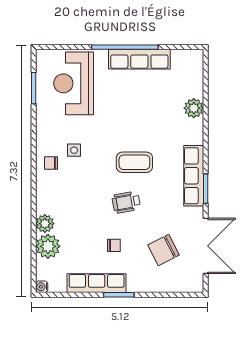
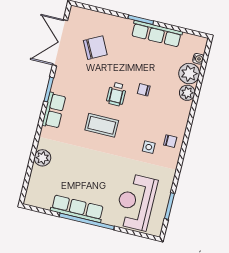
reception desk: (74, 83) -> (136, 202), turned 180
row of seats: (194, 176) -> (54, 110), width x0.68
wheelchair: (126, 202) -> (116, 94), turned 100
chair: (114, 245) -> (144, 90), moved
water cooler: (42, 287) -> (198, 59), moved

